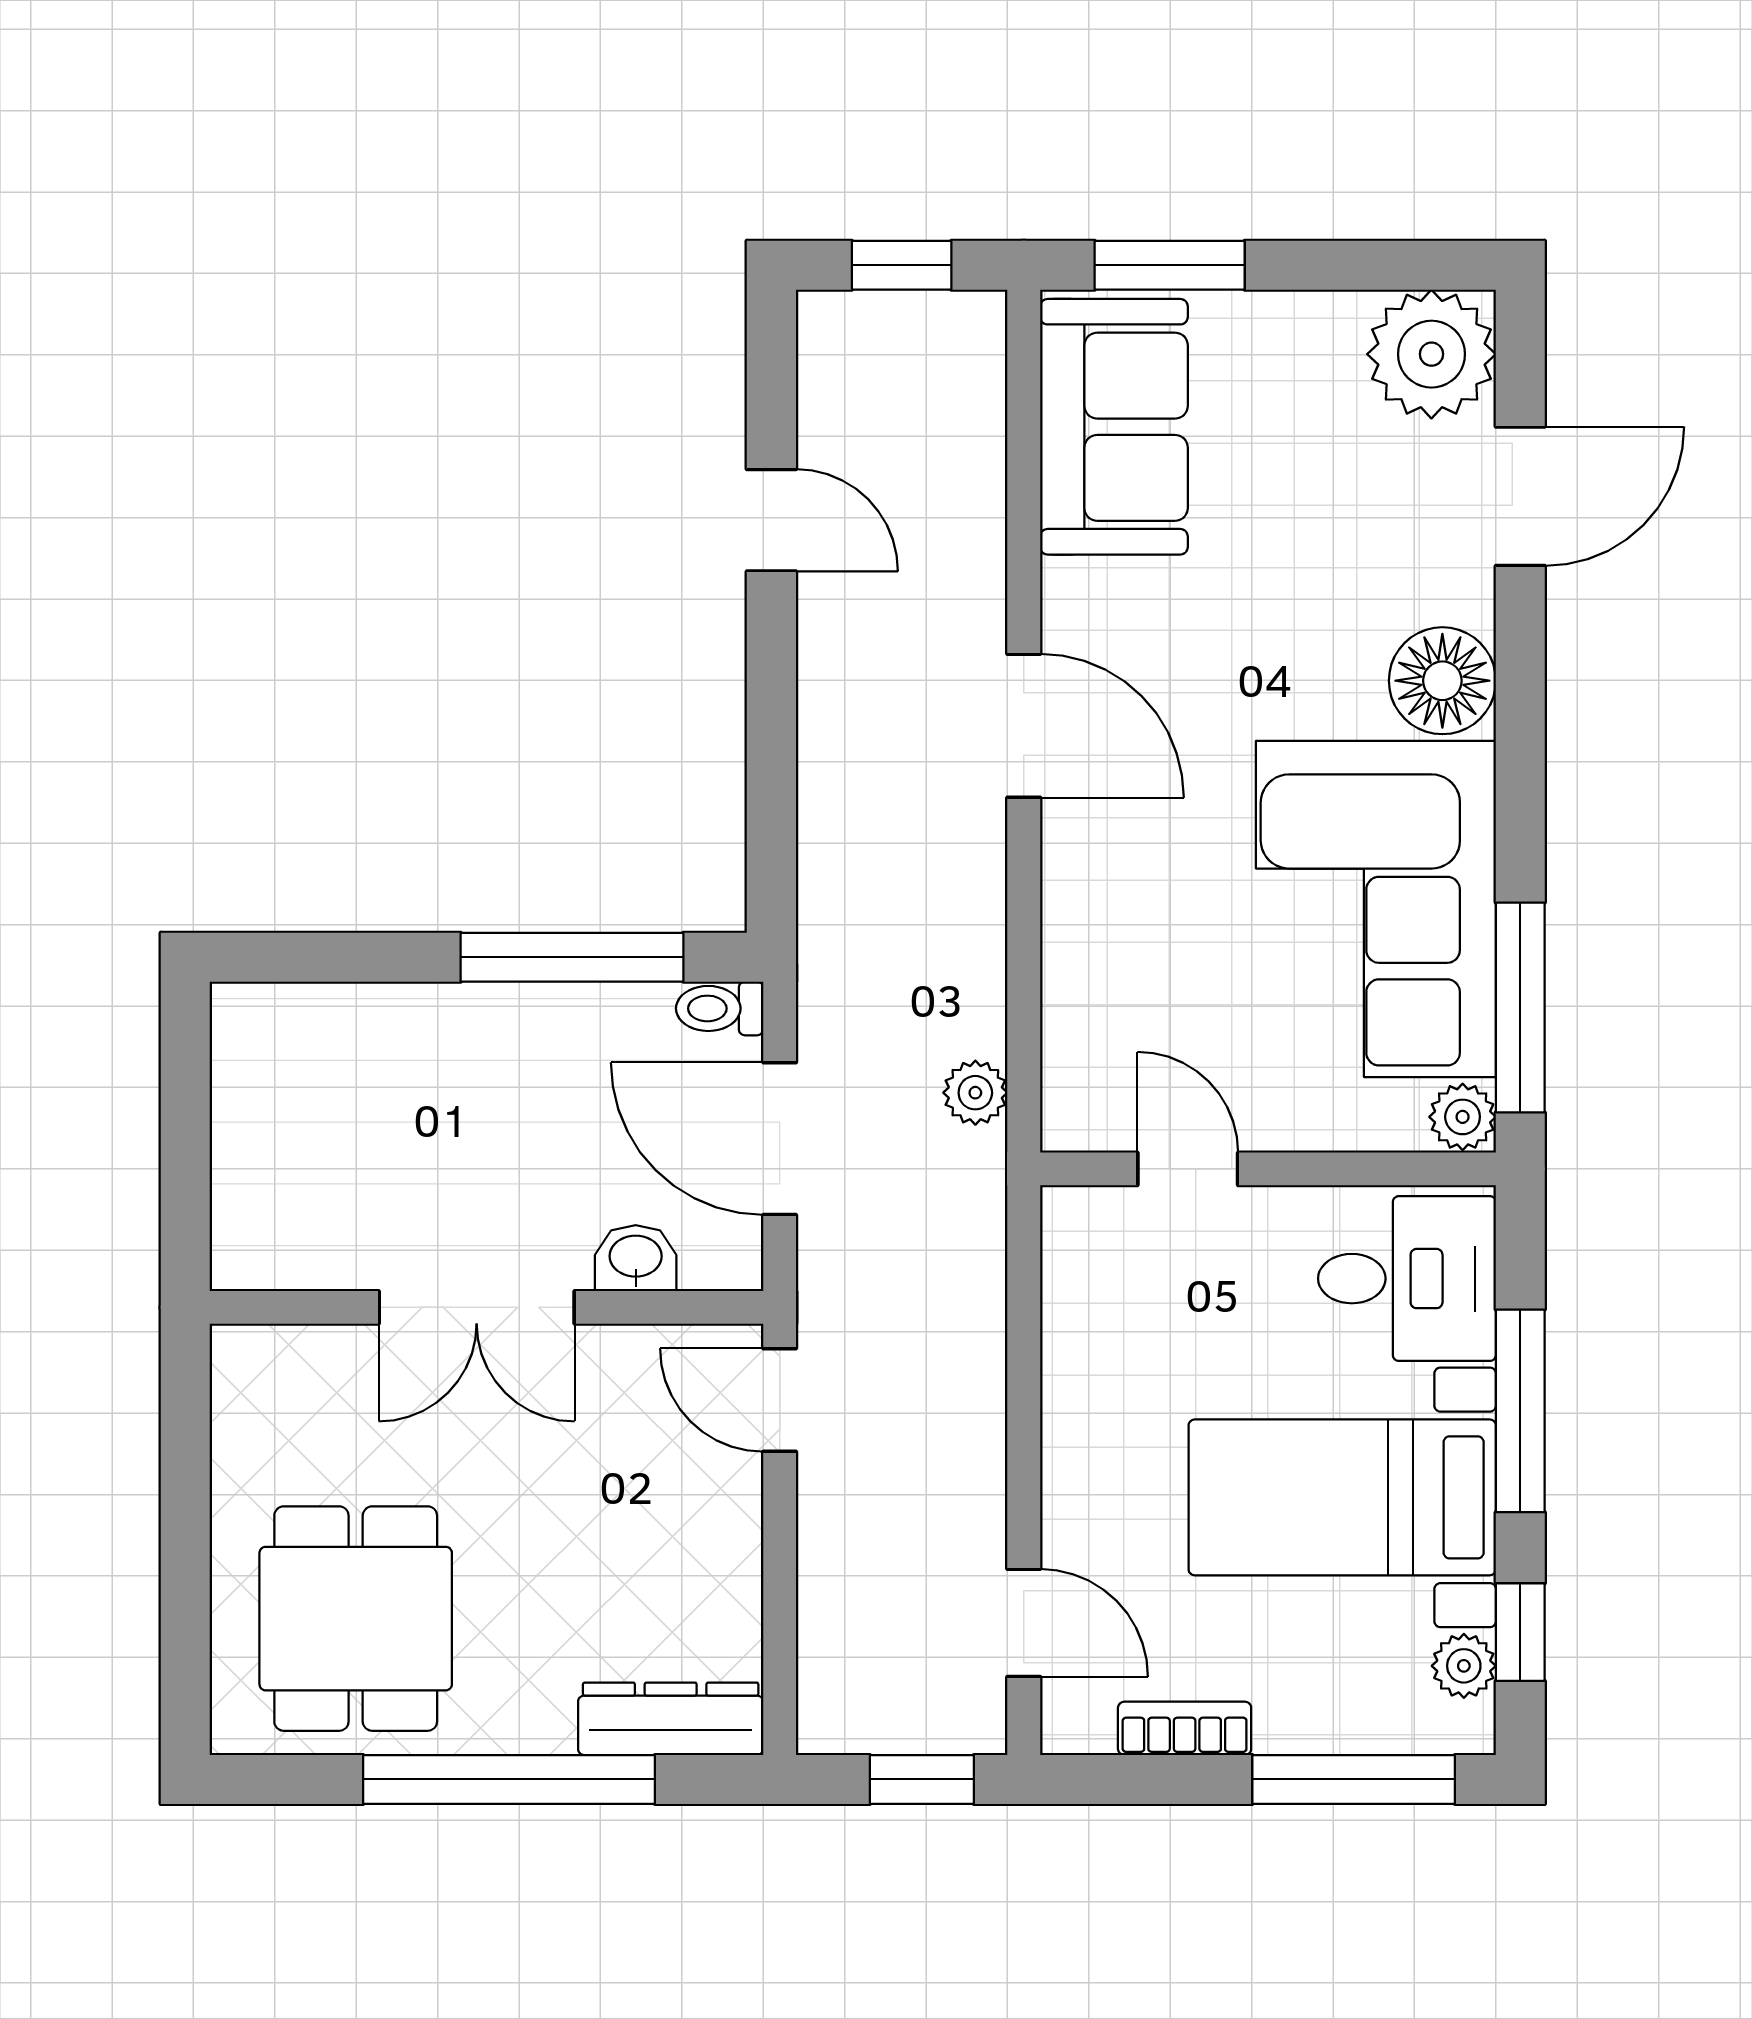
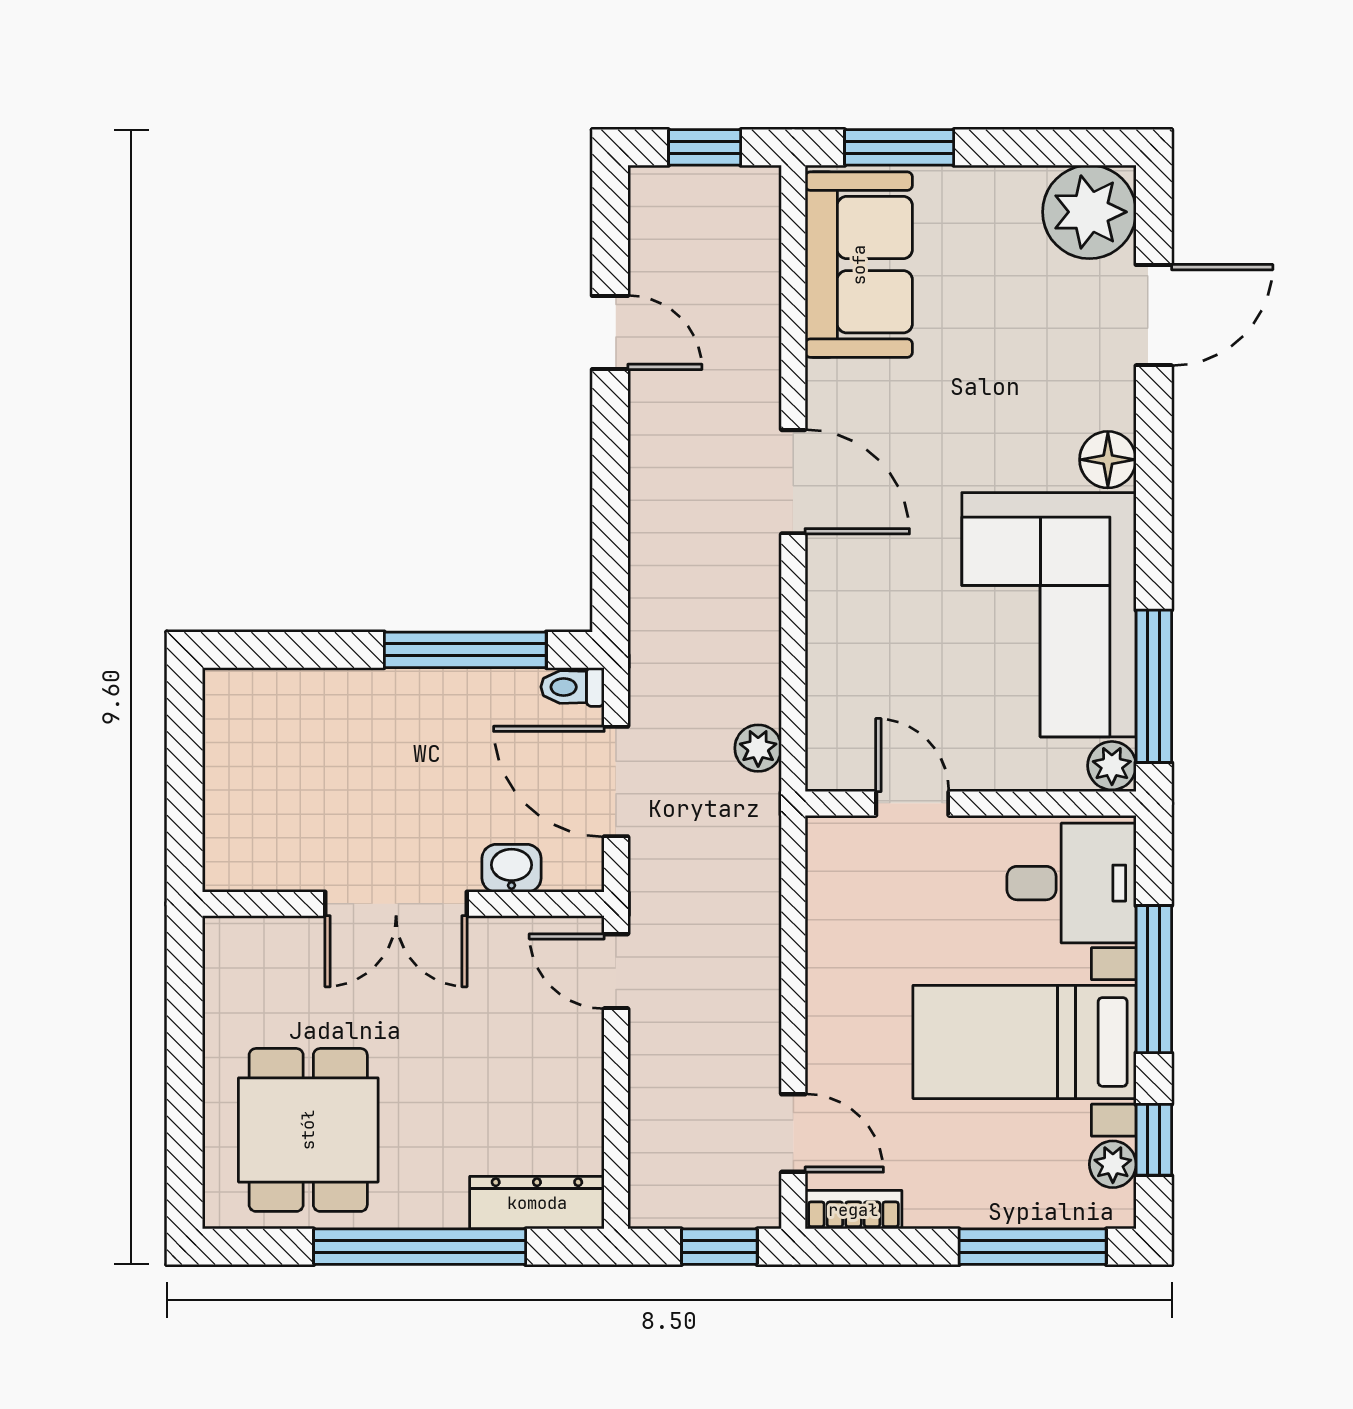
floor lamp: (1442, 681) -> (1108, 460), width x0.73, depth x0.73
bookcase: (1185, 1728) -> (853, 1210), moved

